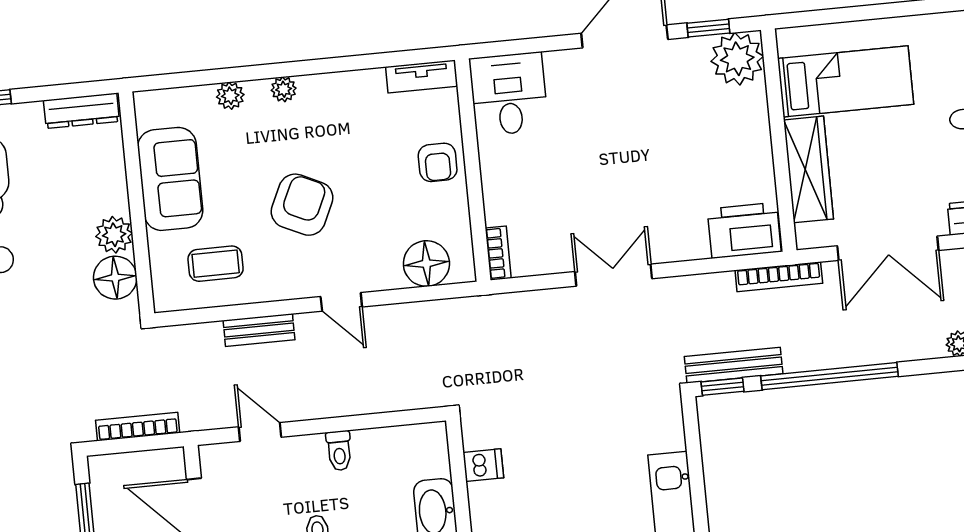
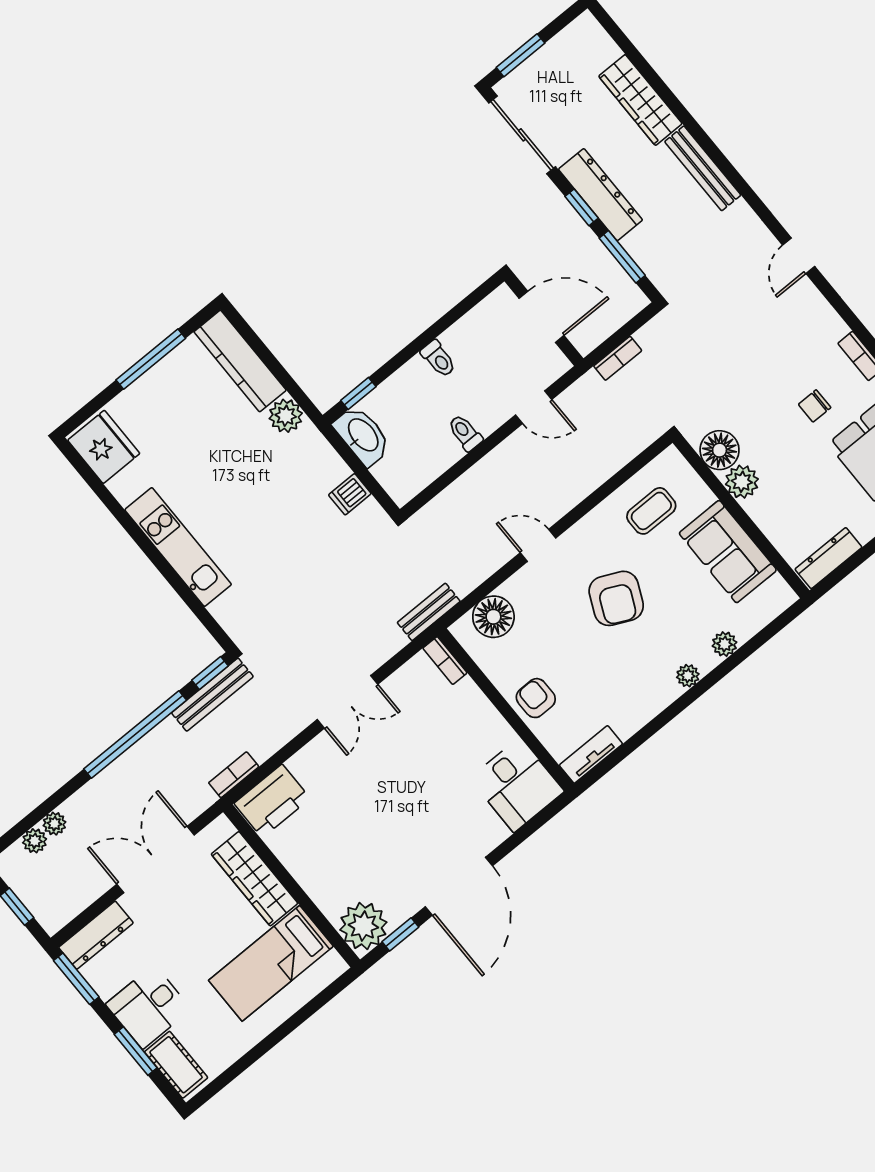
bookcase: (779, 277) -> (234, 775), width x0.64
bench: (259, 330) -> (429, 612), moved
bookcase: (138, 427) -> (618, 358), width x0.64

